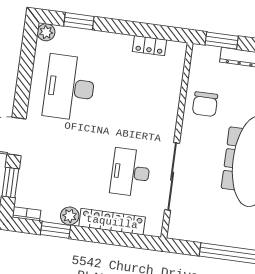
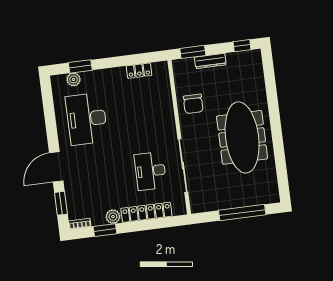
plant: (46, 32) -> (74, 79), moved

